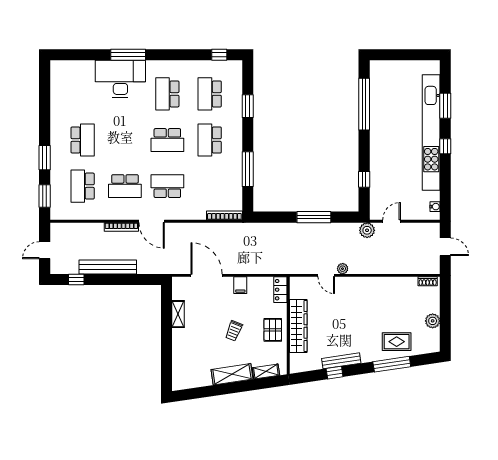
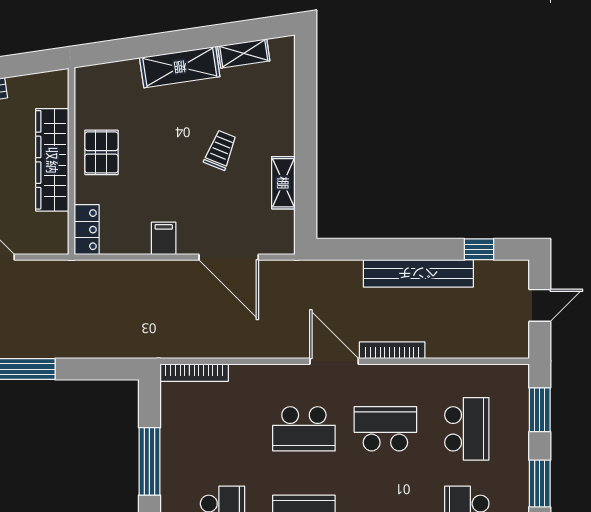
trolley: (234, 331) -> (220, 150), moved
shelving: (266, 371) -> (244, 53), moved

